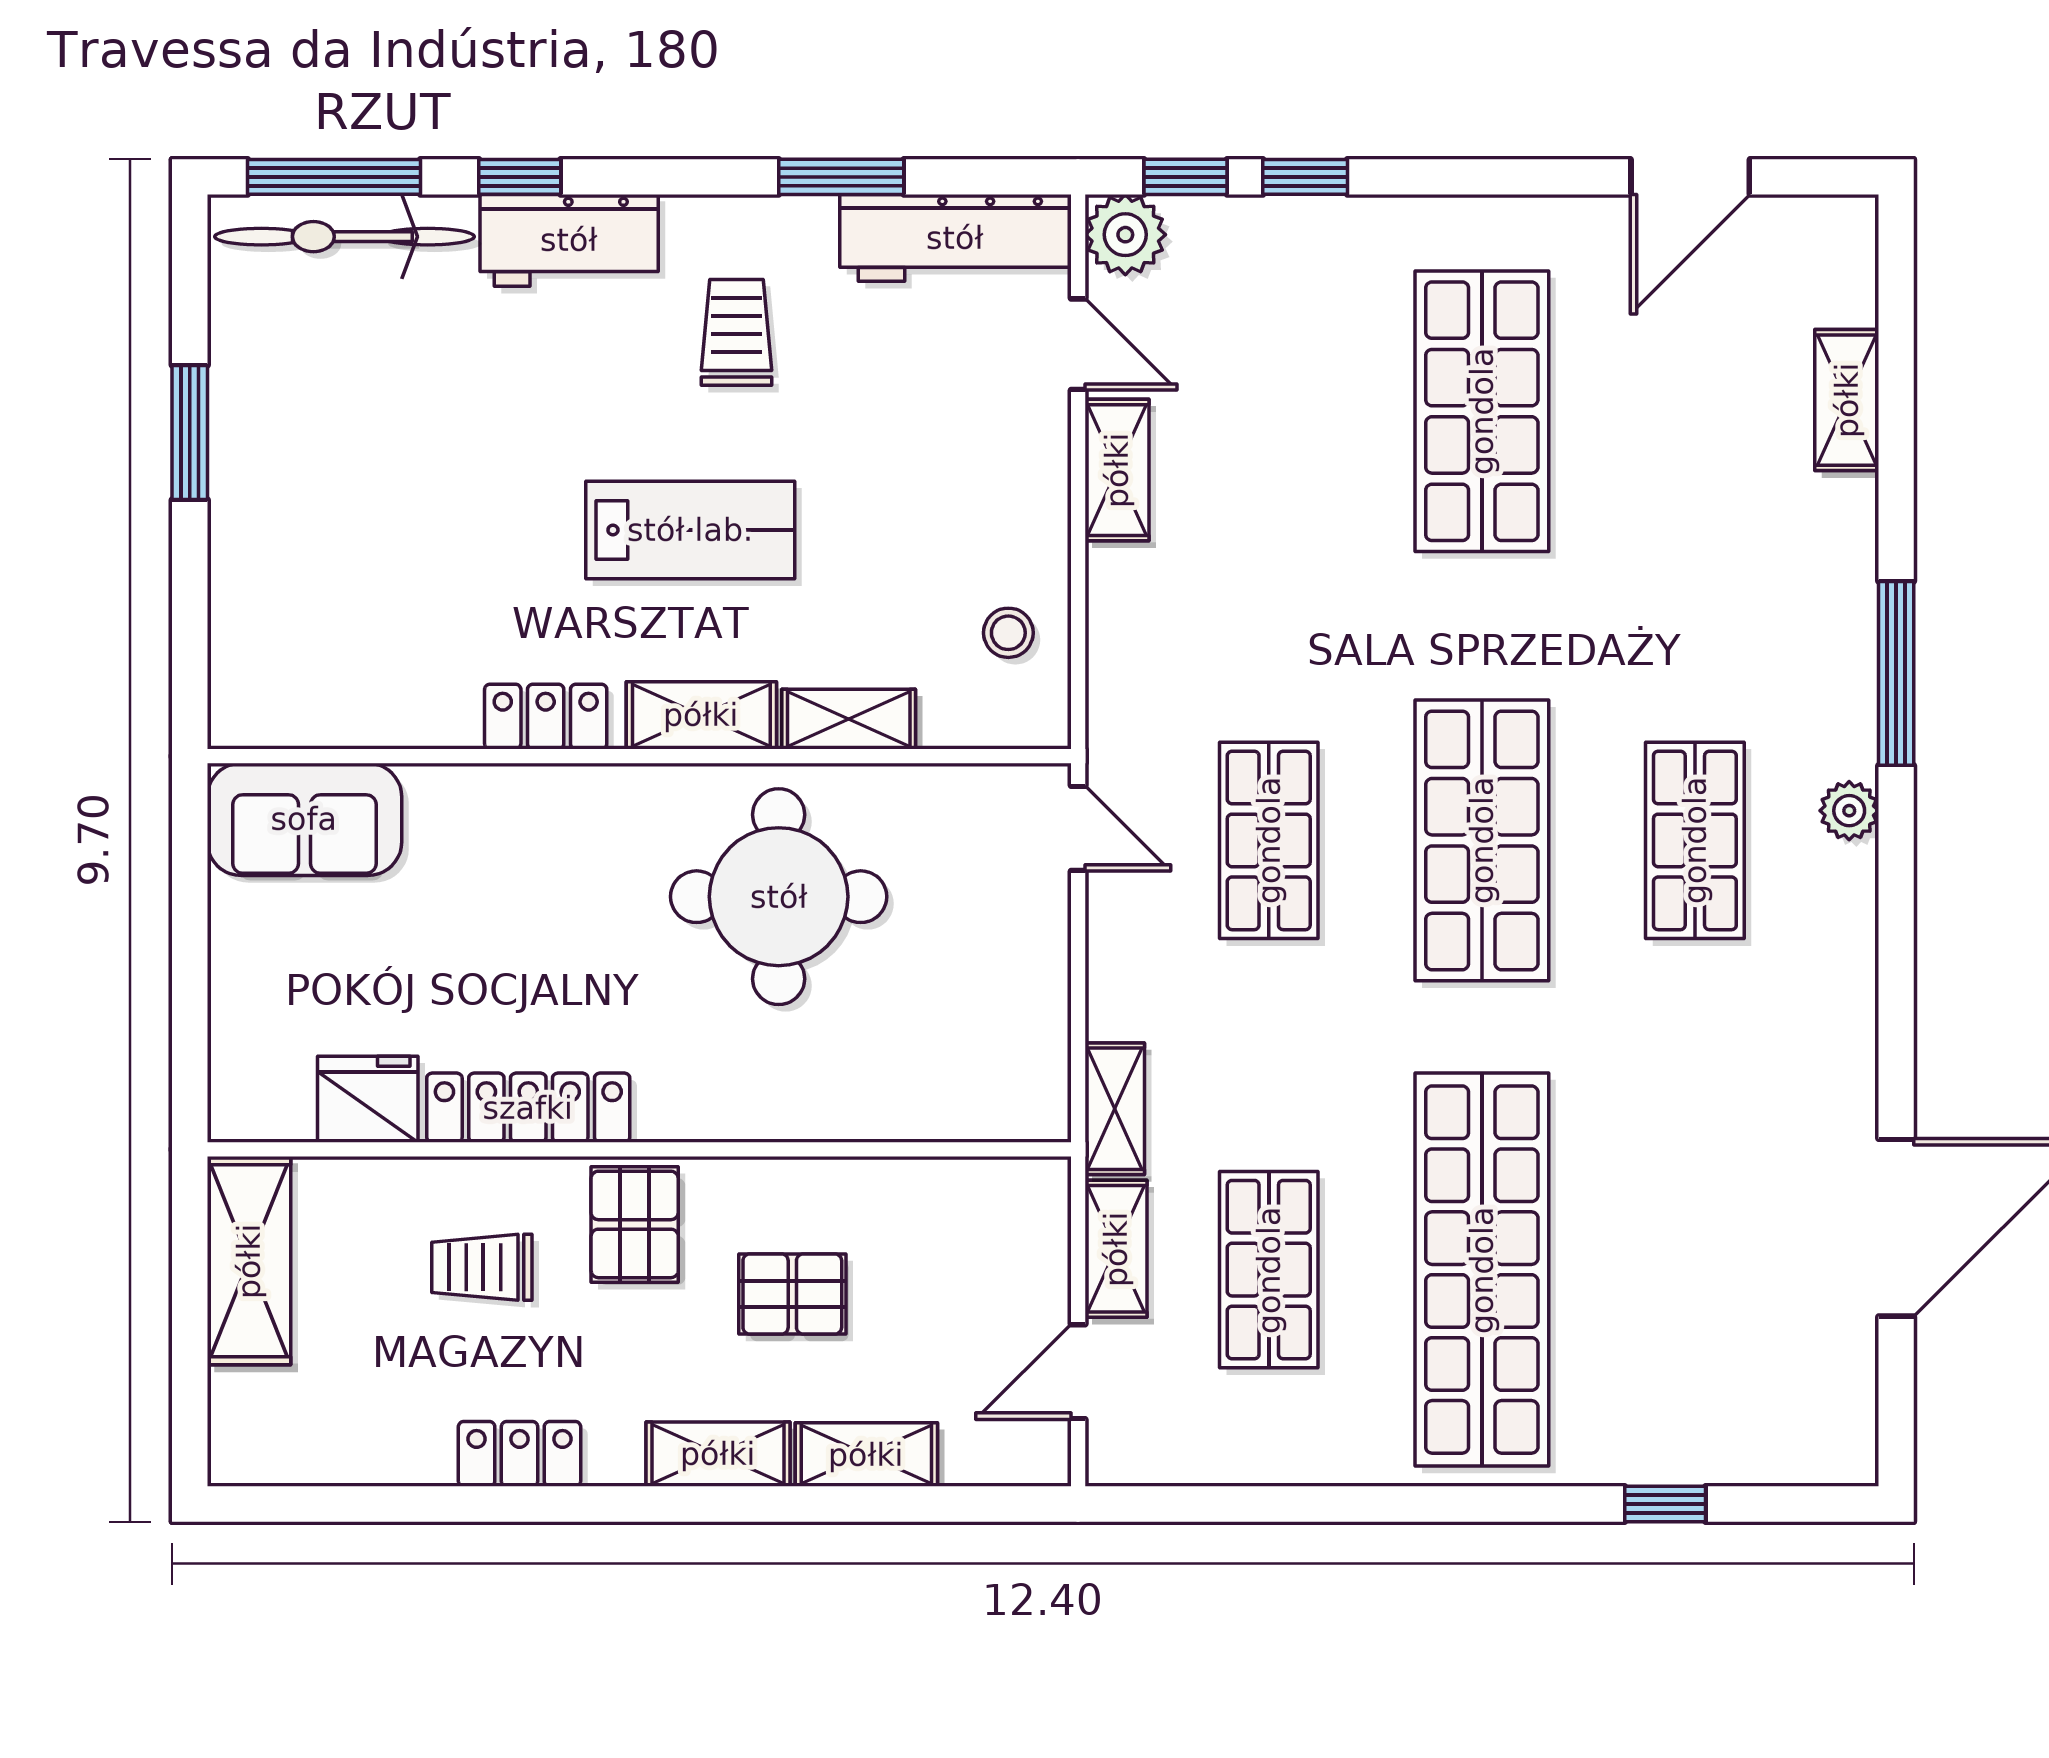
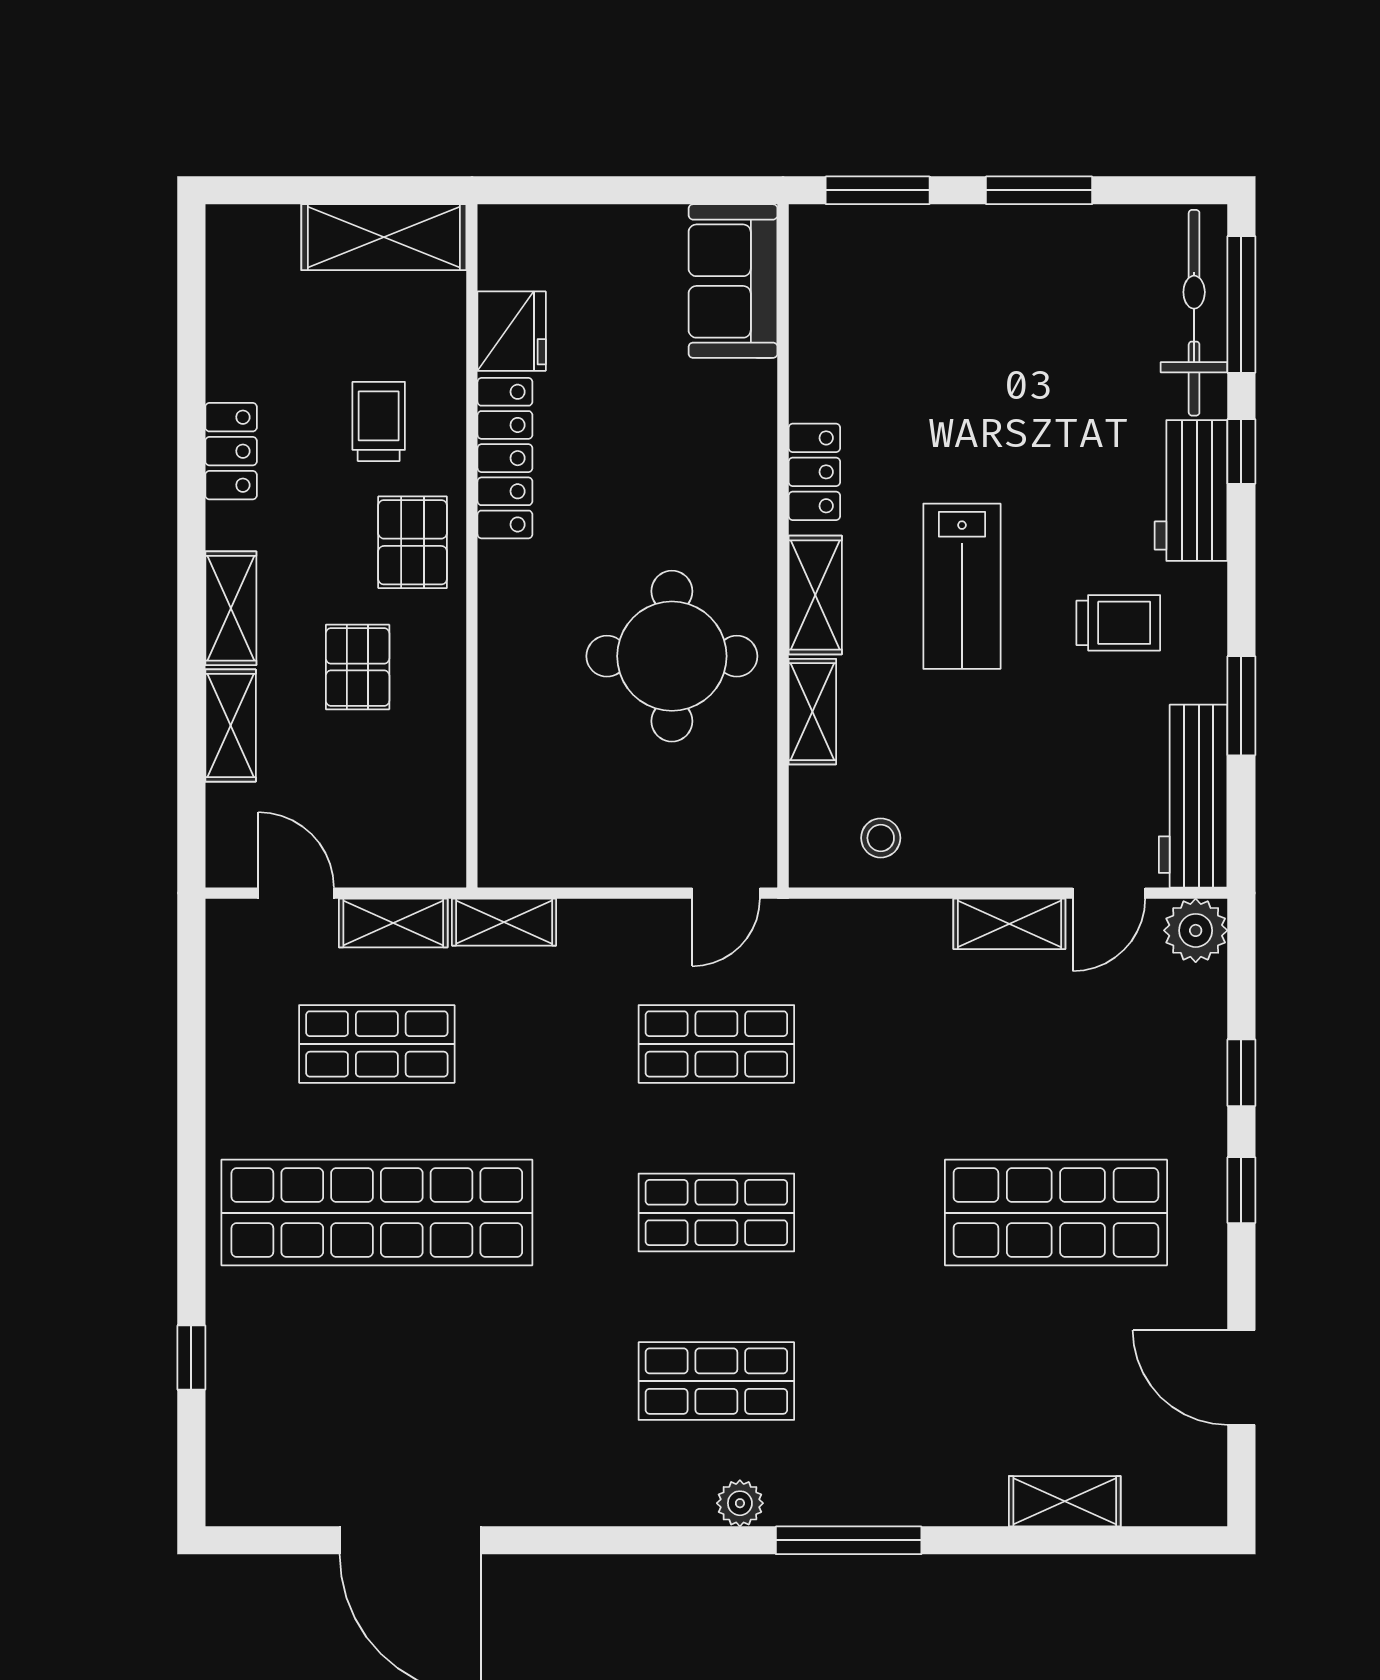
window: (1186, 177) -> (1241, 1190), moved
window: (190, 637) -> (878, 190), added
shop shelf: (1482, 840) -> (716, 1213), width x0.70, depth x0.74
pallet: (635, 1224) -> (413, 542), turned 90

